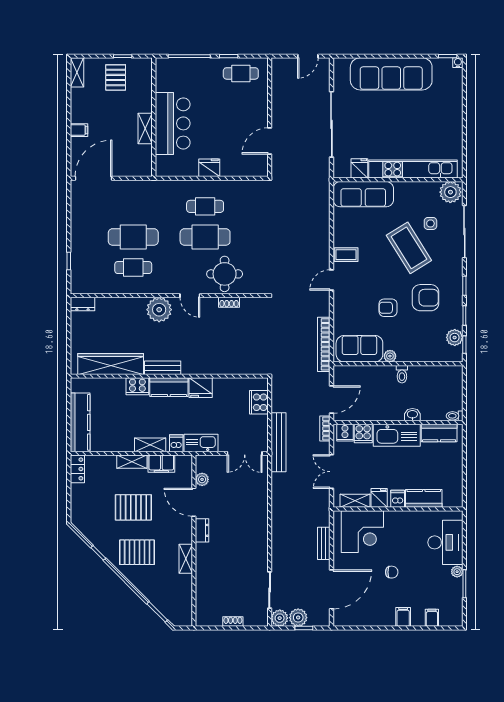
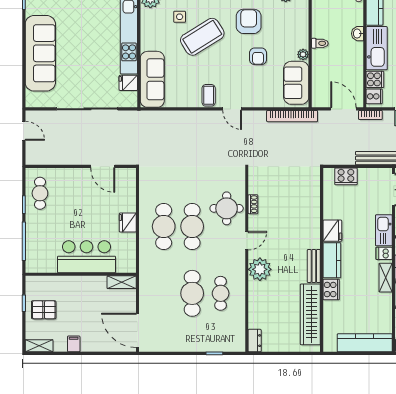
shelving: (145, 128) -> (122, 282), moved
filing cabinet: (79, 130) -> (74, 344), moved
cafe table: (205, 206) -> (164, 226), width x1.37, depth x1.35

